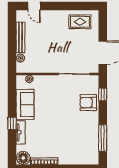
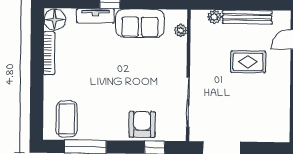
rug: (80, 22) -> (248, 62), moved, turned 90
coffee table: (85, 150) -> (67, 119), added

